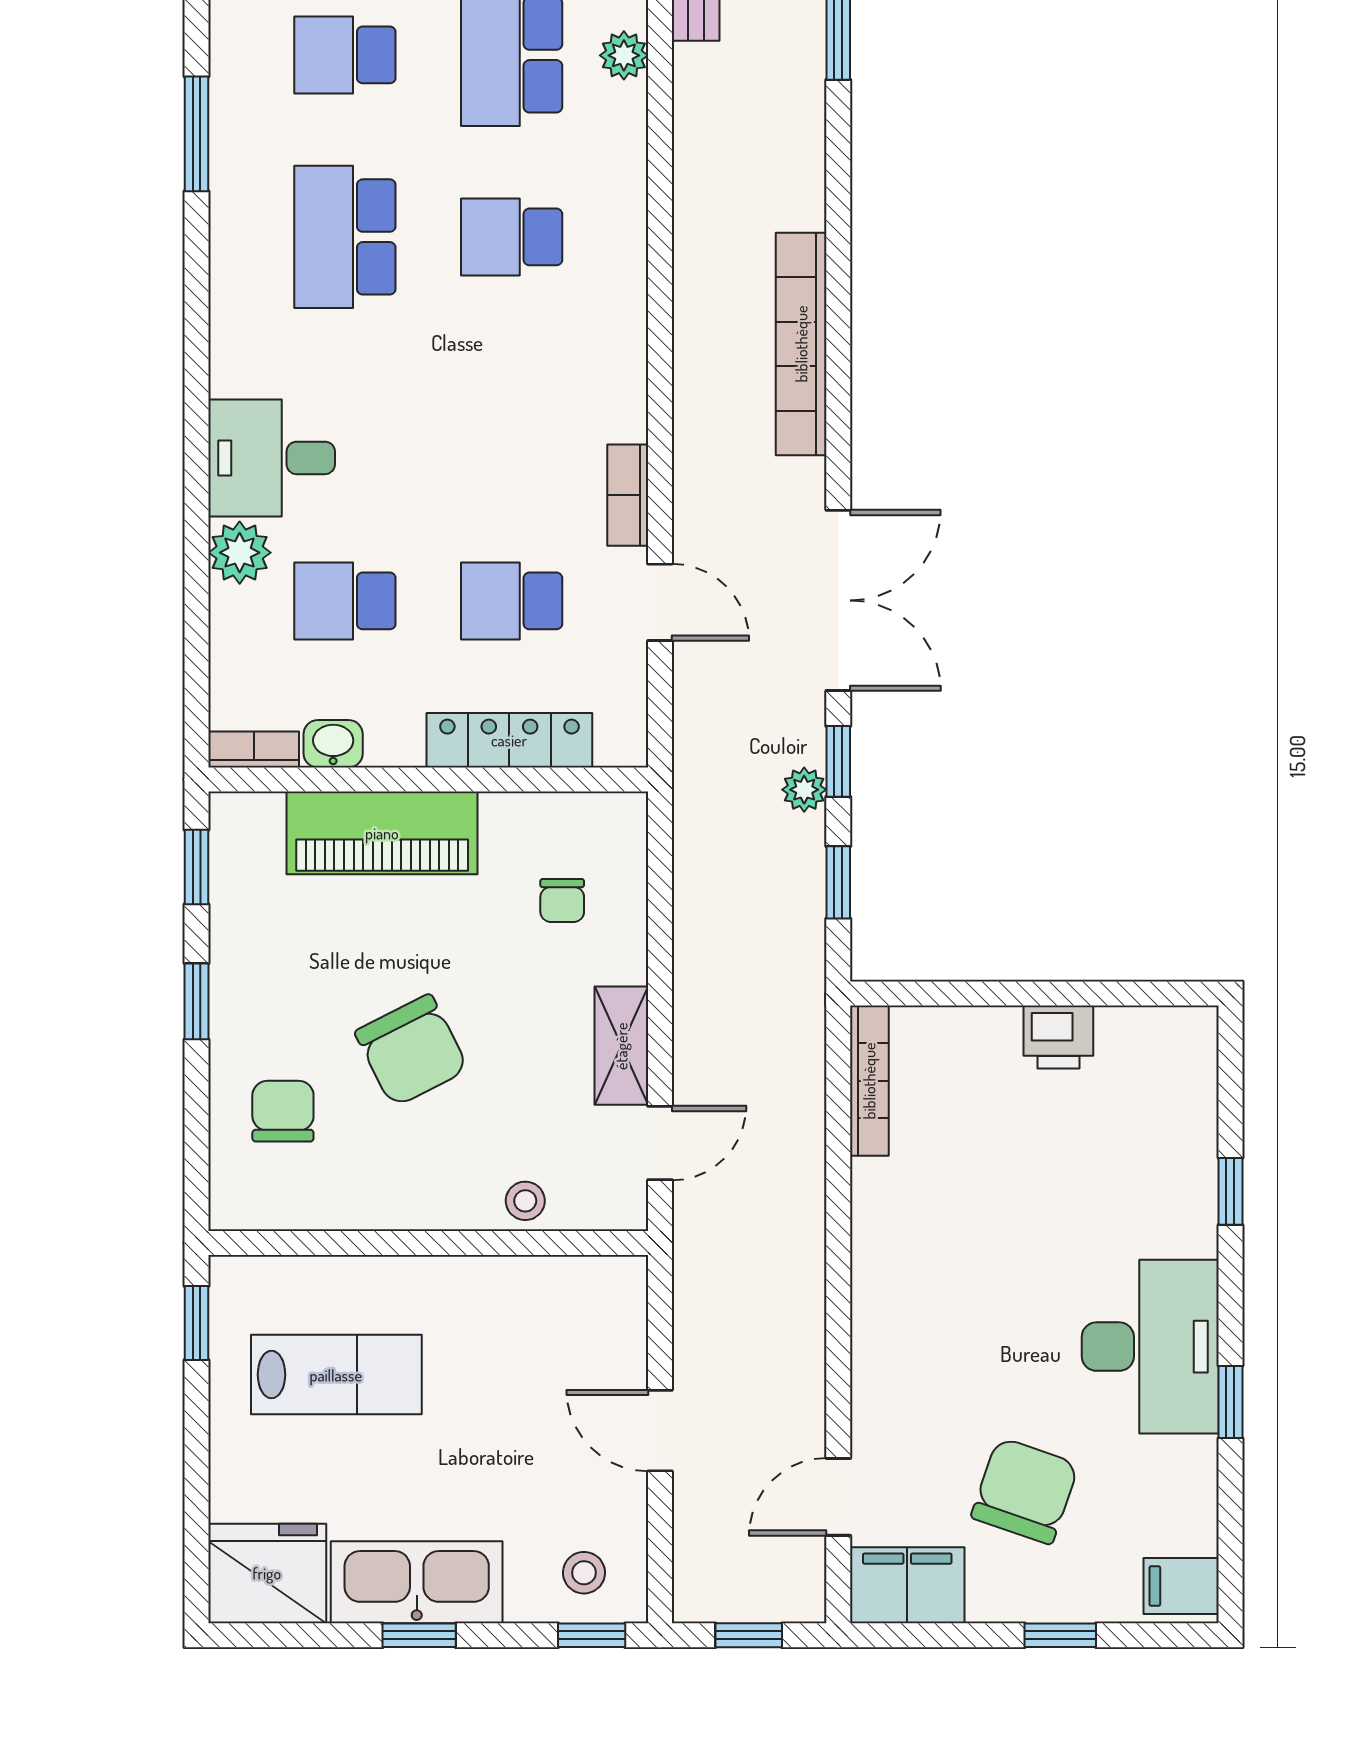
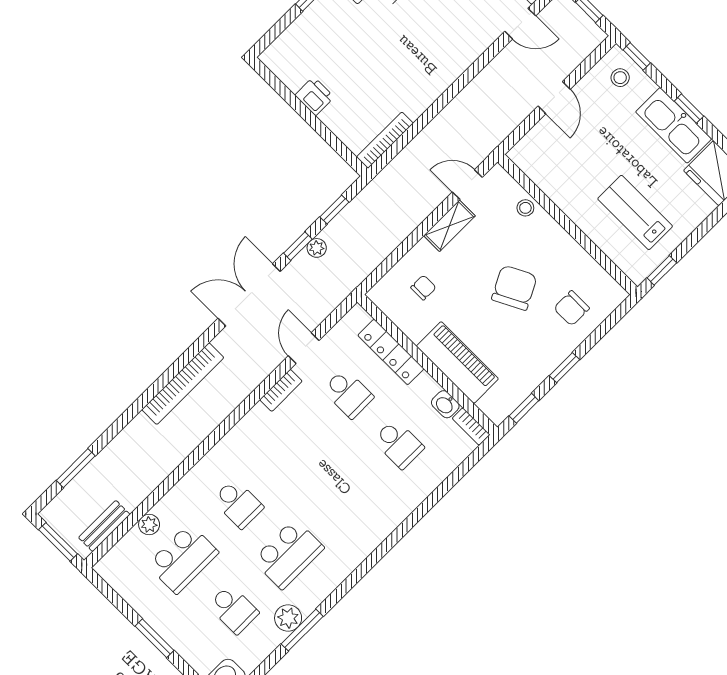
desk: (272, 458) -> (377, 509), removed
plant: (240, 553) -> (288, 618), moved

